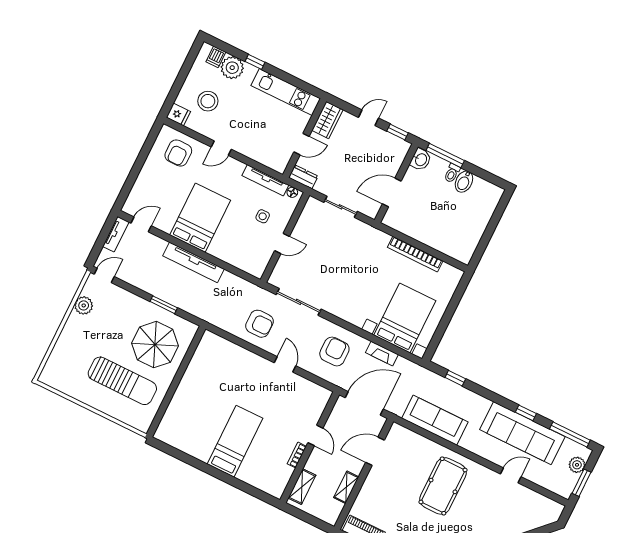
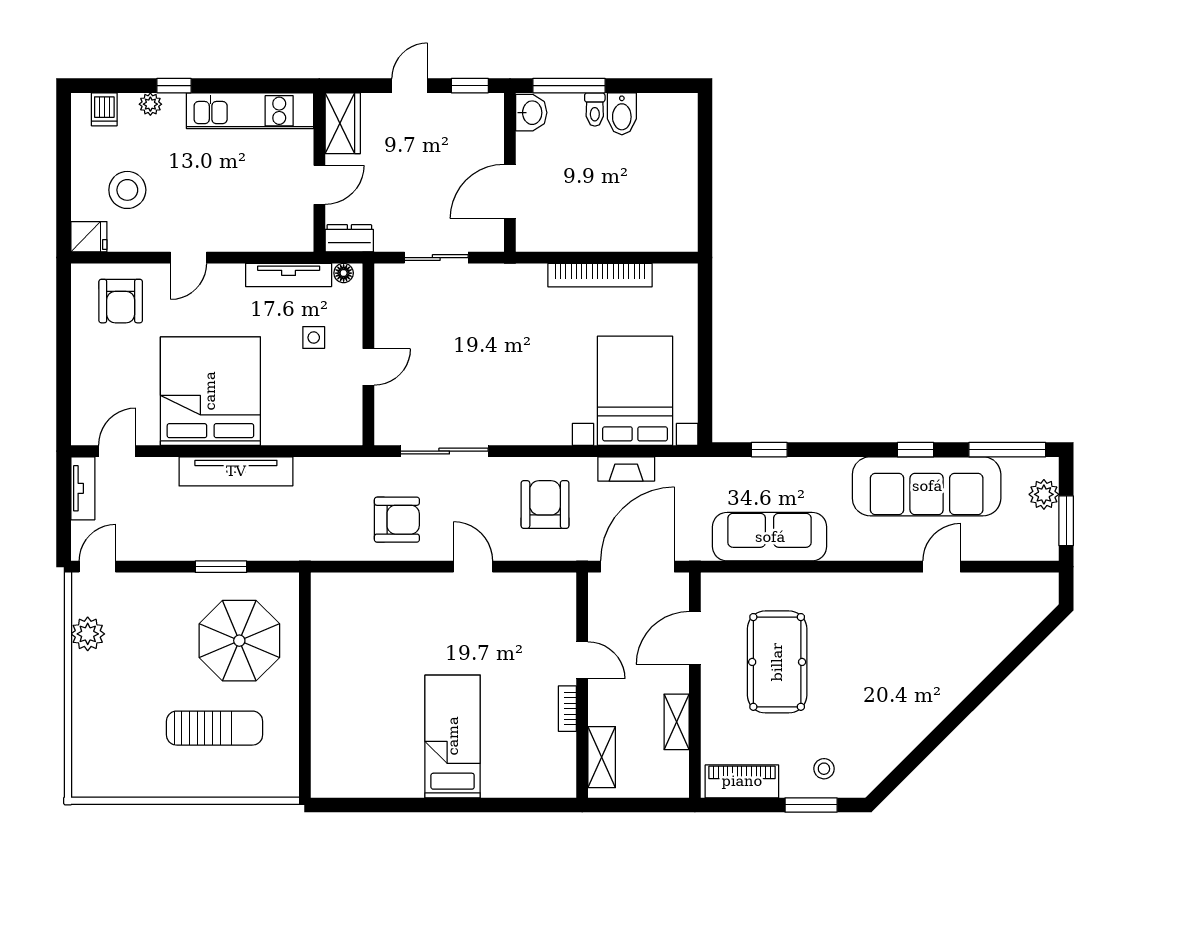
plant: (232, 68) -> (150, 104), width x0.53, depth x0.53
bed: (200, 218) -> (210, 391), width x1.36
sun lounger: (122, 381) -> (215, 728), width x0.73, depth x0.75
pool table: (443, 486) -> (777, 662), moved

